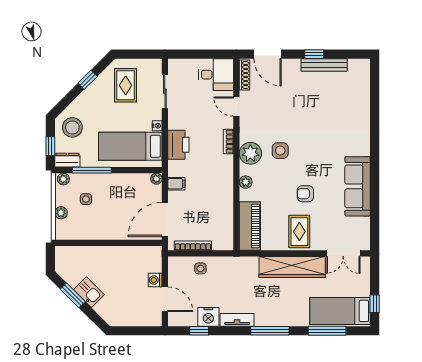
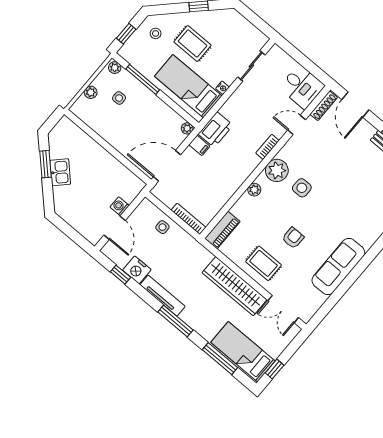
rug: (126, 85) -> (193, 44), moved, turned 90
door: (236, 107) -> (297, 125), hinge flipped
stool: (72, 127) -> (156, 33), width x0.53, depth x0.53
printer: (178, 145) -> (216, 130), moved
dresser: (67, 160) -> (130, 56), removed
armchair: (305, 194) -> (293, 238), turned 90
piano: (250, 226) -> (222, 230), width x0.73, depth x0.75
rug: (299, 232) -> (264, 263), turned 90
bookcase: (193, 246) -> (189, 219), moved
tv unit: (237, 320) -> (163, 296), width x1.41

